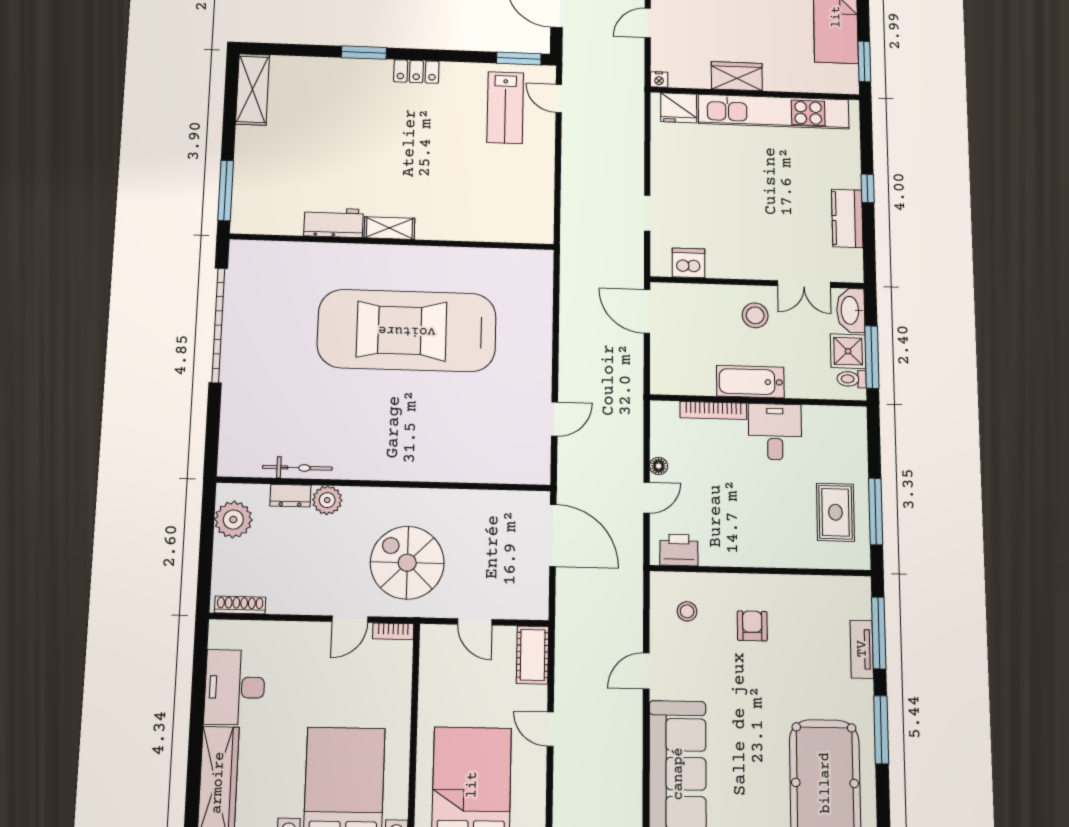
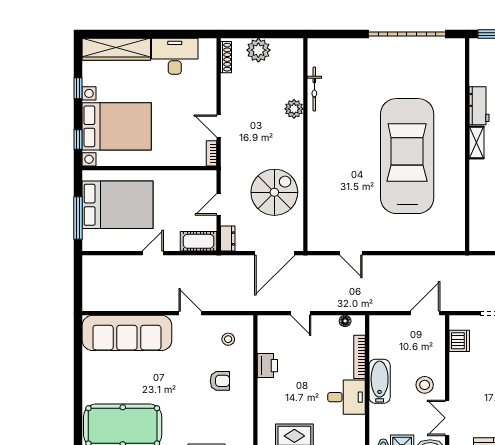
floor lamp: (659, 466) -> (345, 321), moved
dresser: (290, 496) -> (228, 238), moved, turned 180
plant: (233, 520) -> (258, 50), moved
printer: (679, 550) -> (267, 366), moved
spiral stairs: (407, 563) -> (274, 192), moved

